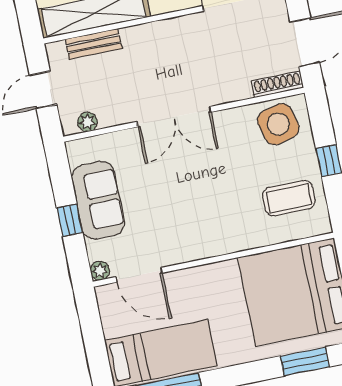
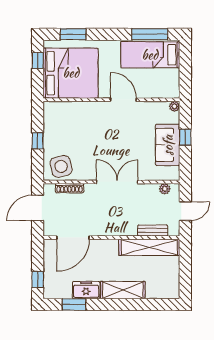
shoe rack: (277, 84) -> (70, 188), moved
coffee table: (289, 198) -> (64, 125), removed
door: (139, 275) -> (123, 100), moved

